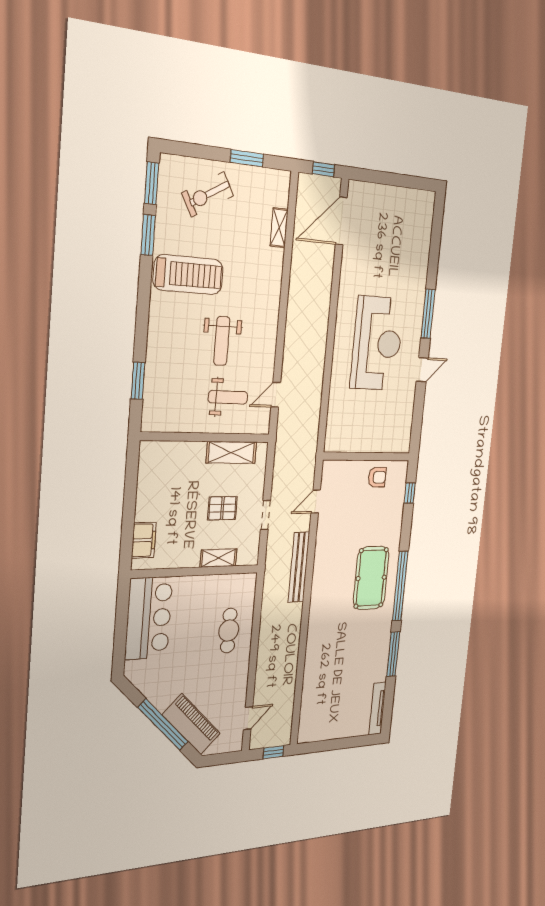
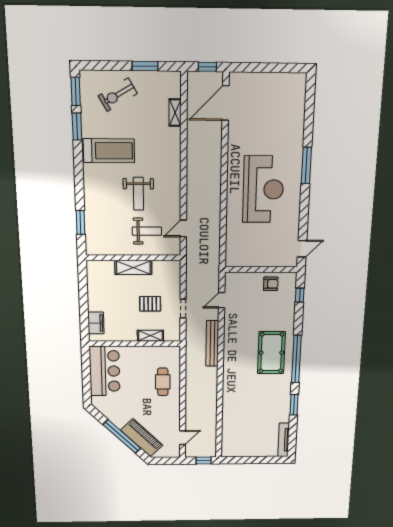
door: (422, 370) -> (302, 249), moved
shelving: (231, 452) -> (133, 267), moved
window: (393, 654) -> (294, 405), width x0.69

